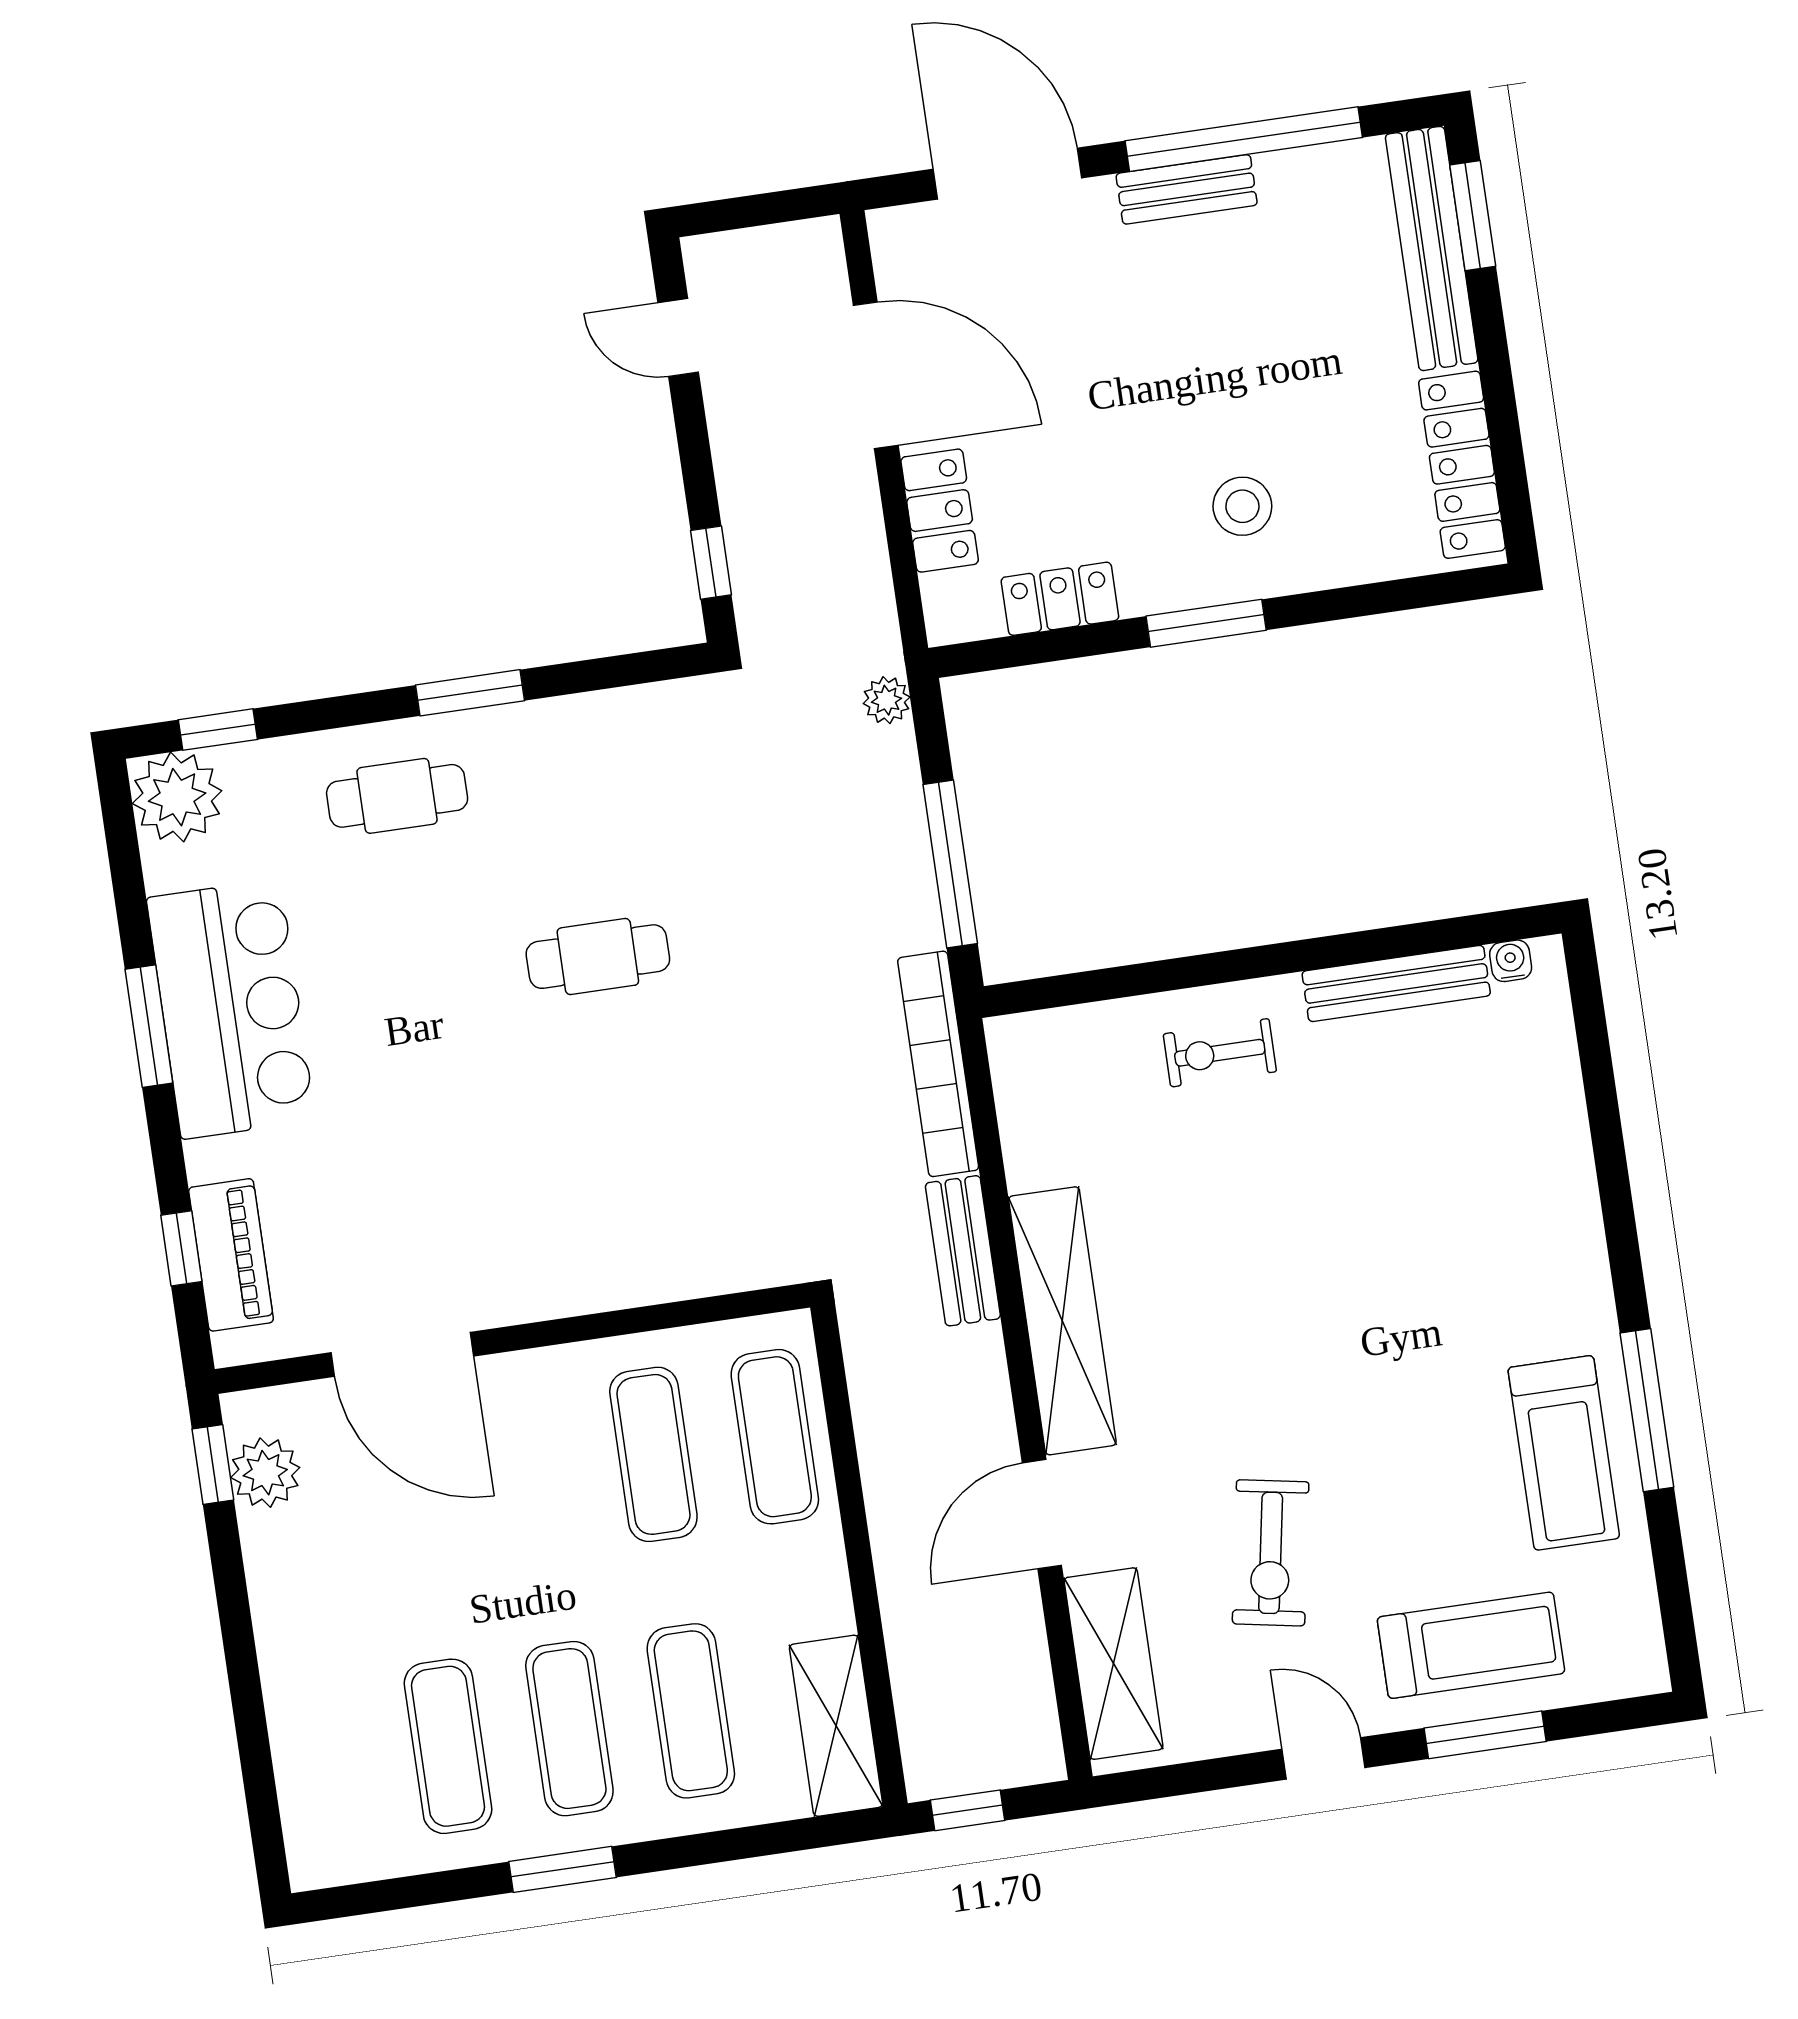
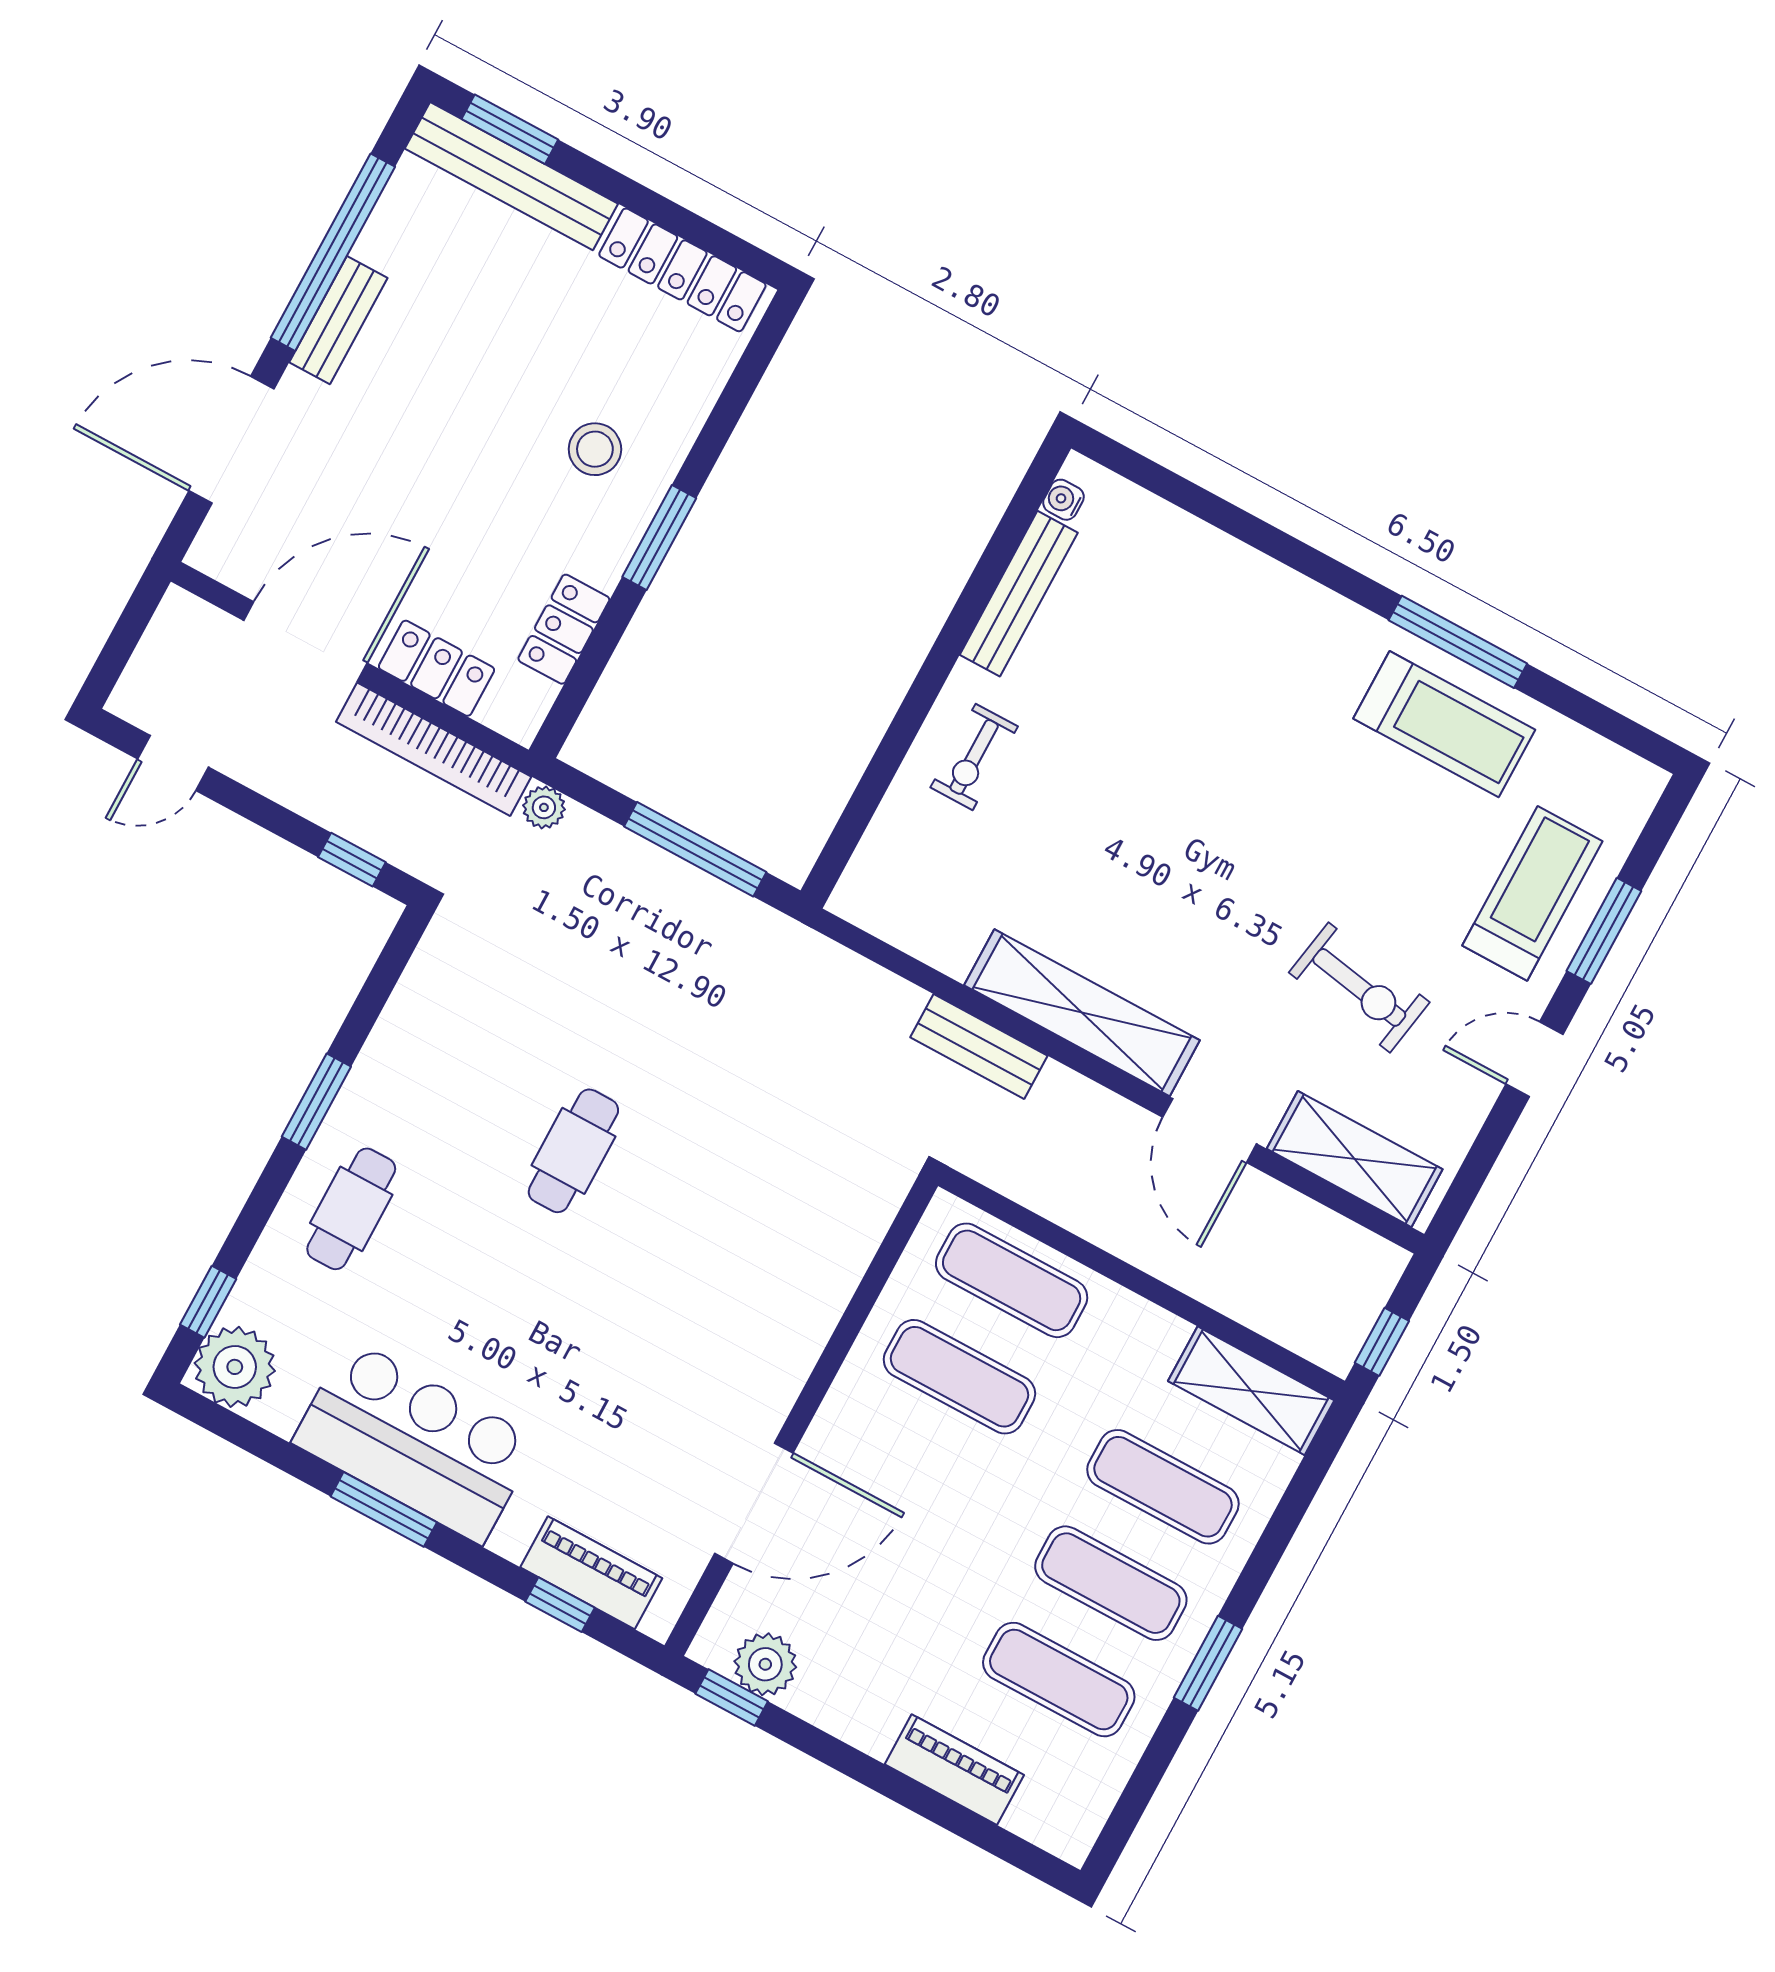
bookcase: (938, 1064) -> (434, 749), moved
piano: (297, 1713) -> (954, 1770), added

